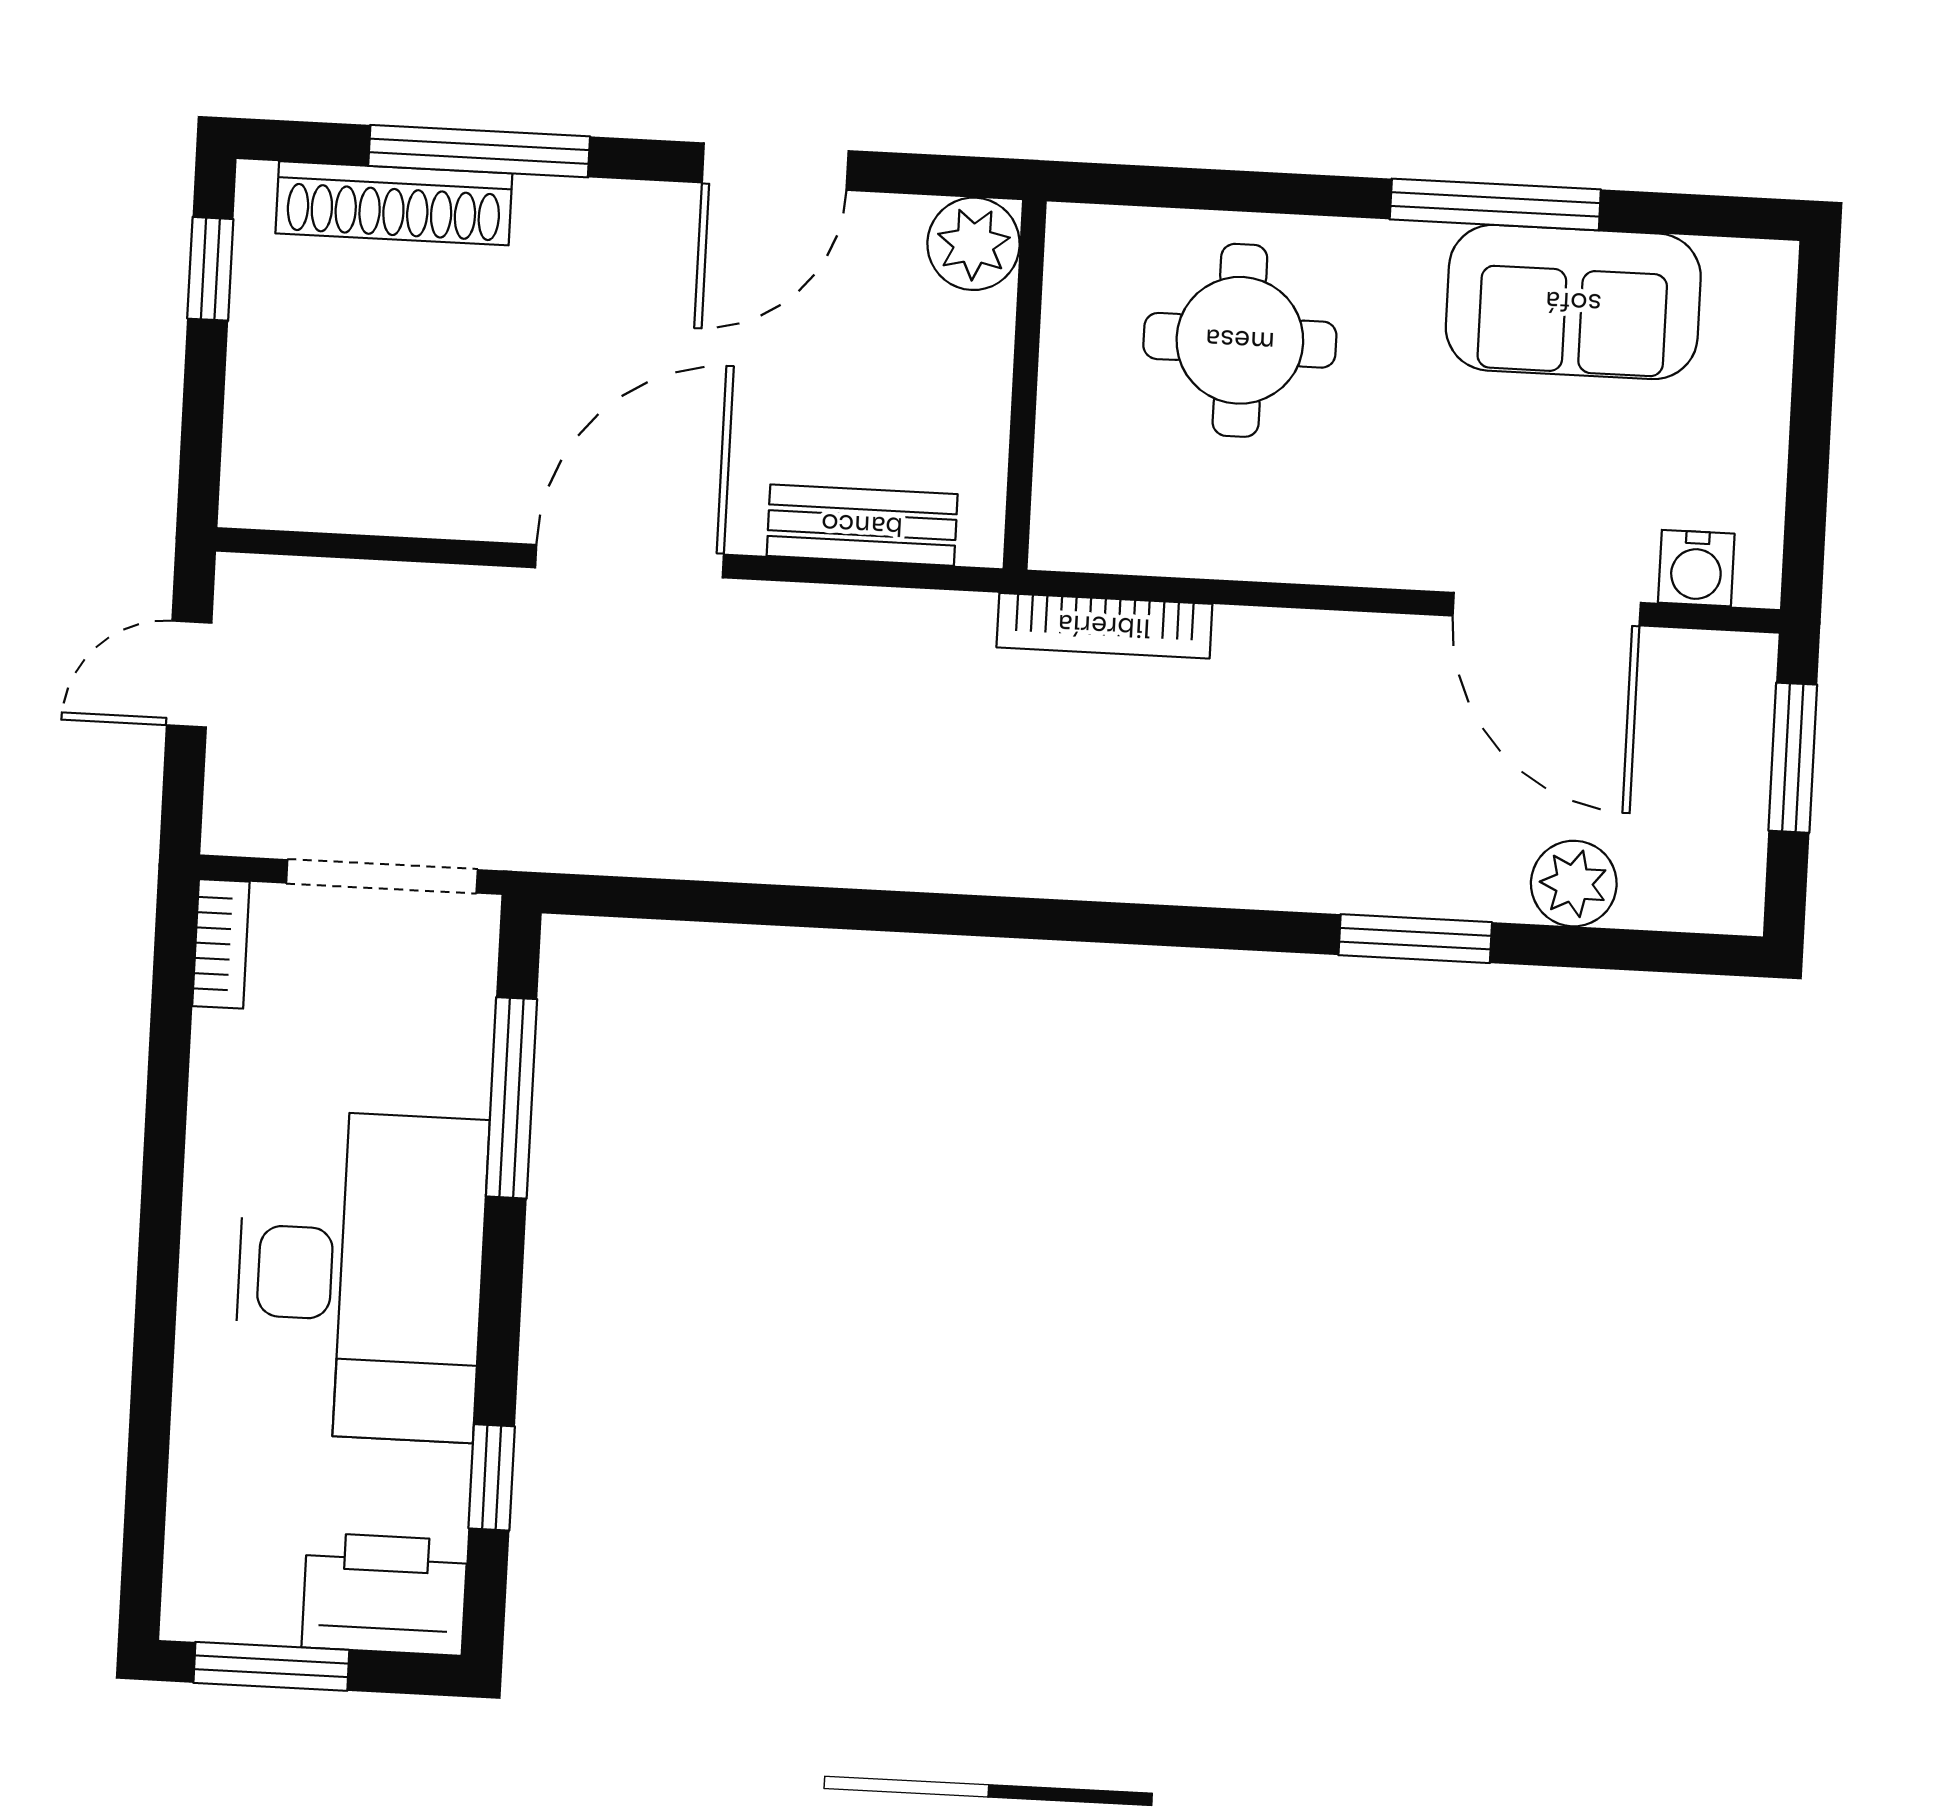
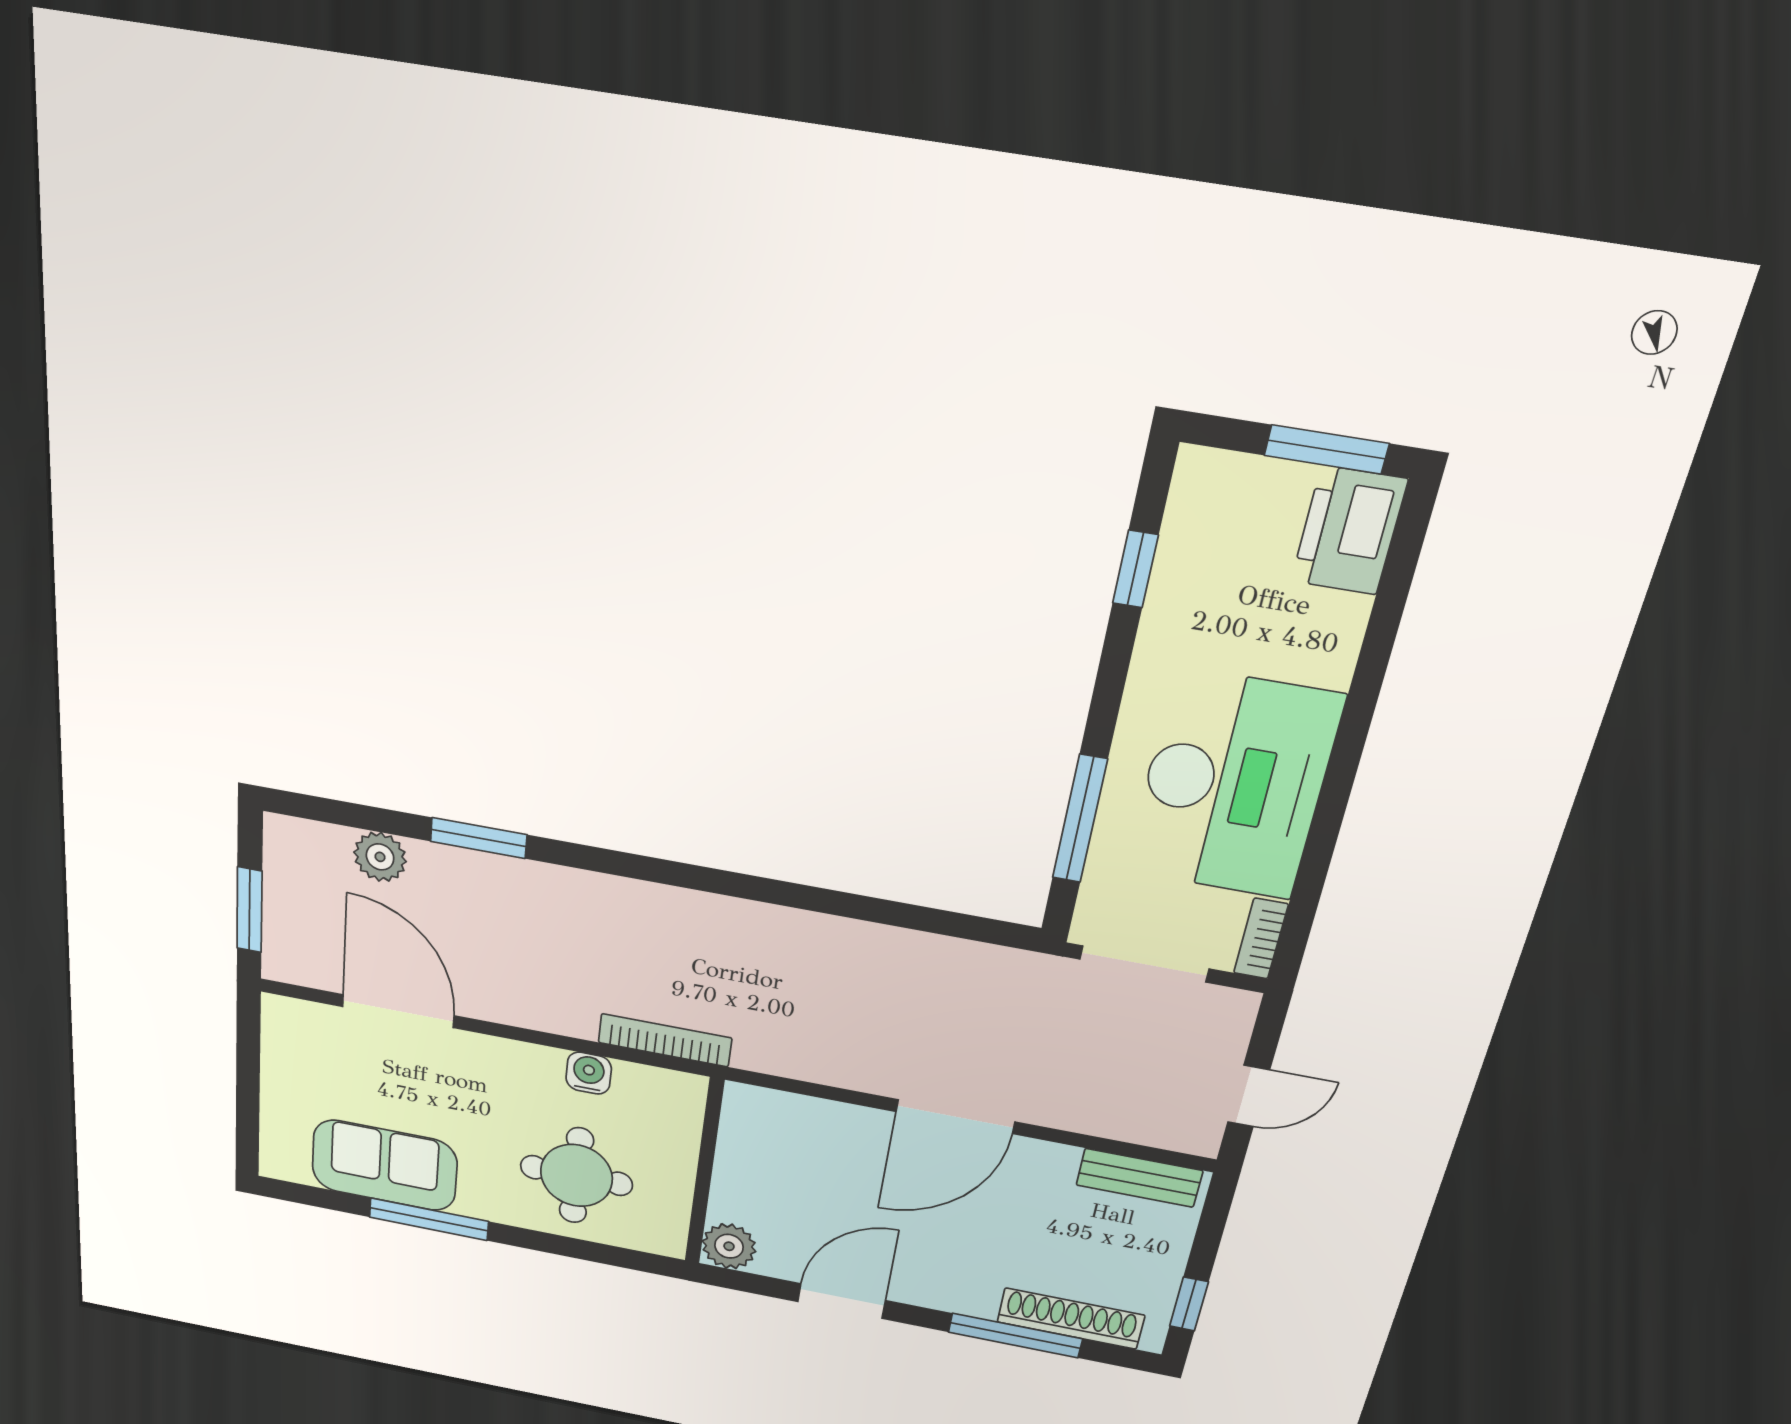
bench: (862, 525) -> (1139, 1178), moved
water cooler: (1696, 568) -> (589, 1073), moved
desk: (360, 1275) -> (1233, 785), moved, turned 180
printer: (385, 1594) -> (1349, 530), moved, turned 90

